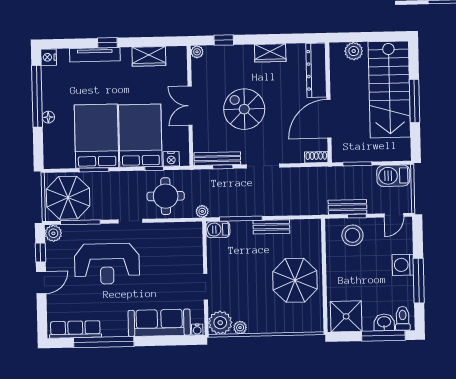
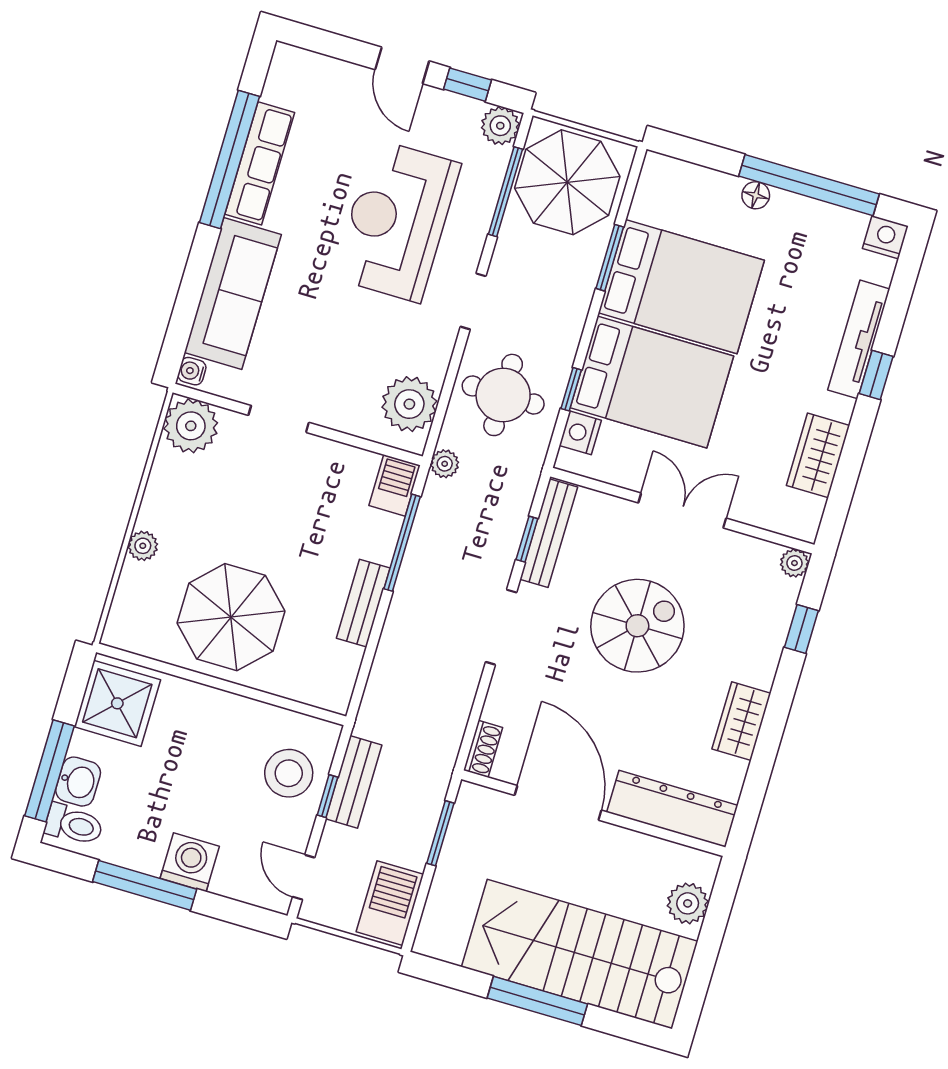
plant: (182, 234) -> (409, 404), added
plant: (240, 328) -> (143, 546), moved
row of seats: (75, 329) -> (260, 163), moved

